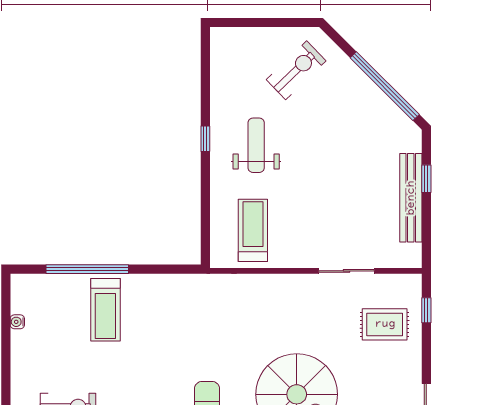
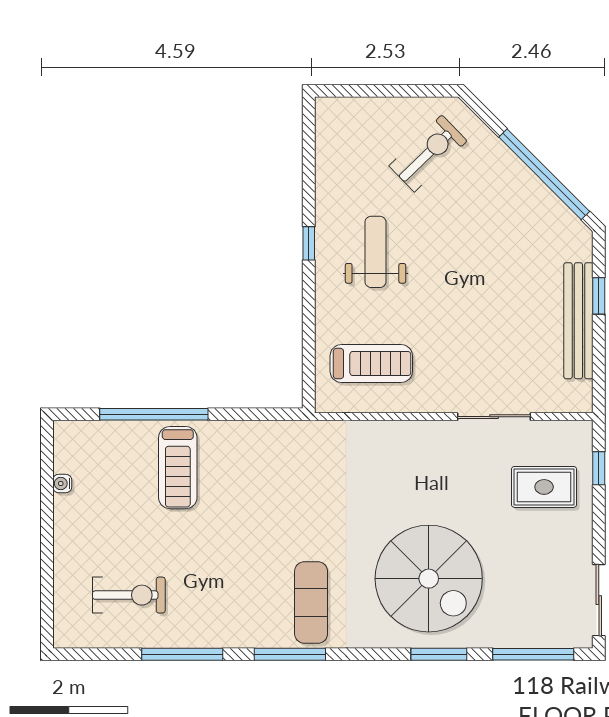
treadmill: (253, 230) -> (371, 364), turned 90

